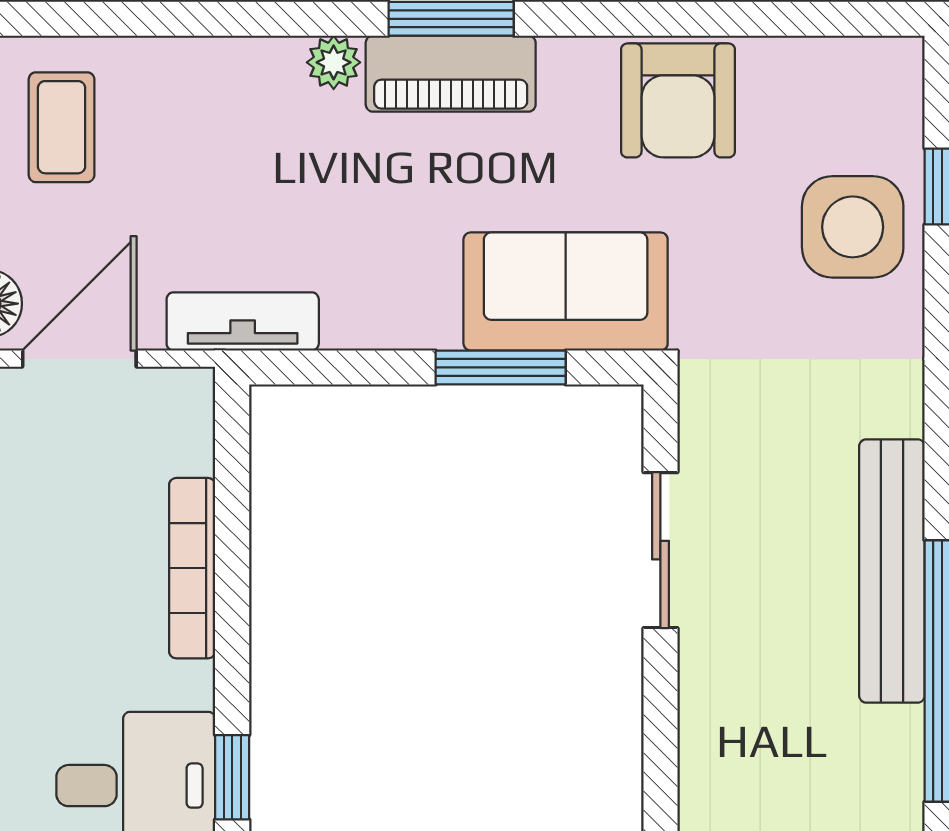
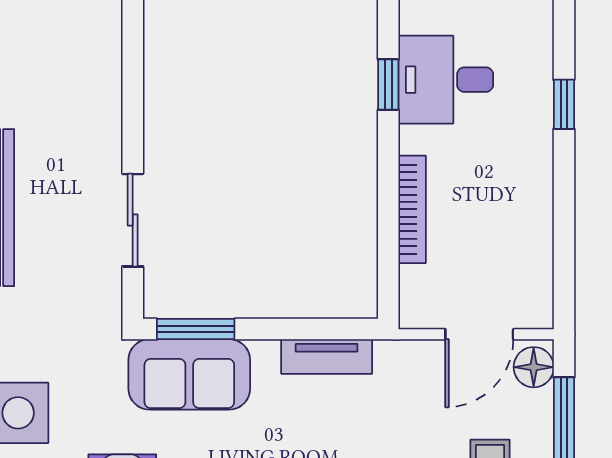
tv unit: (243, 321) -> (327, 356), moved
window: (501, 367) -> (196, 329), moved

